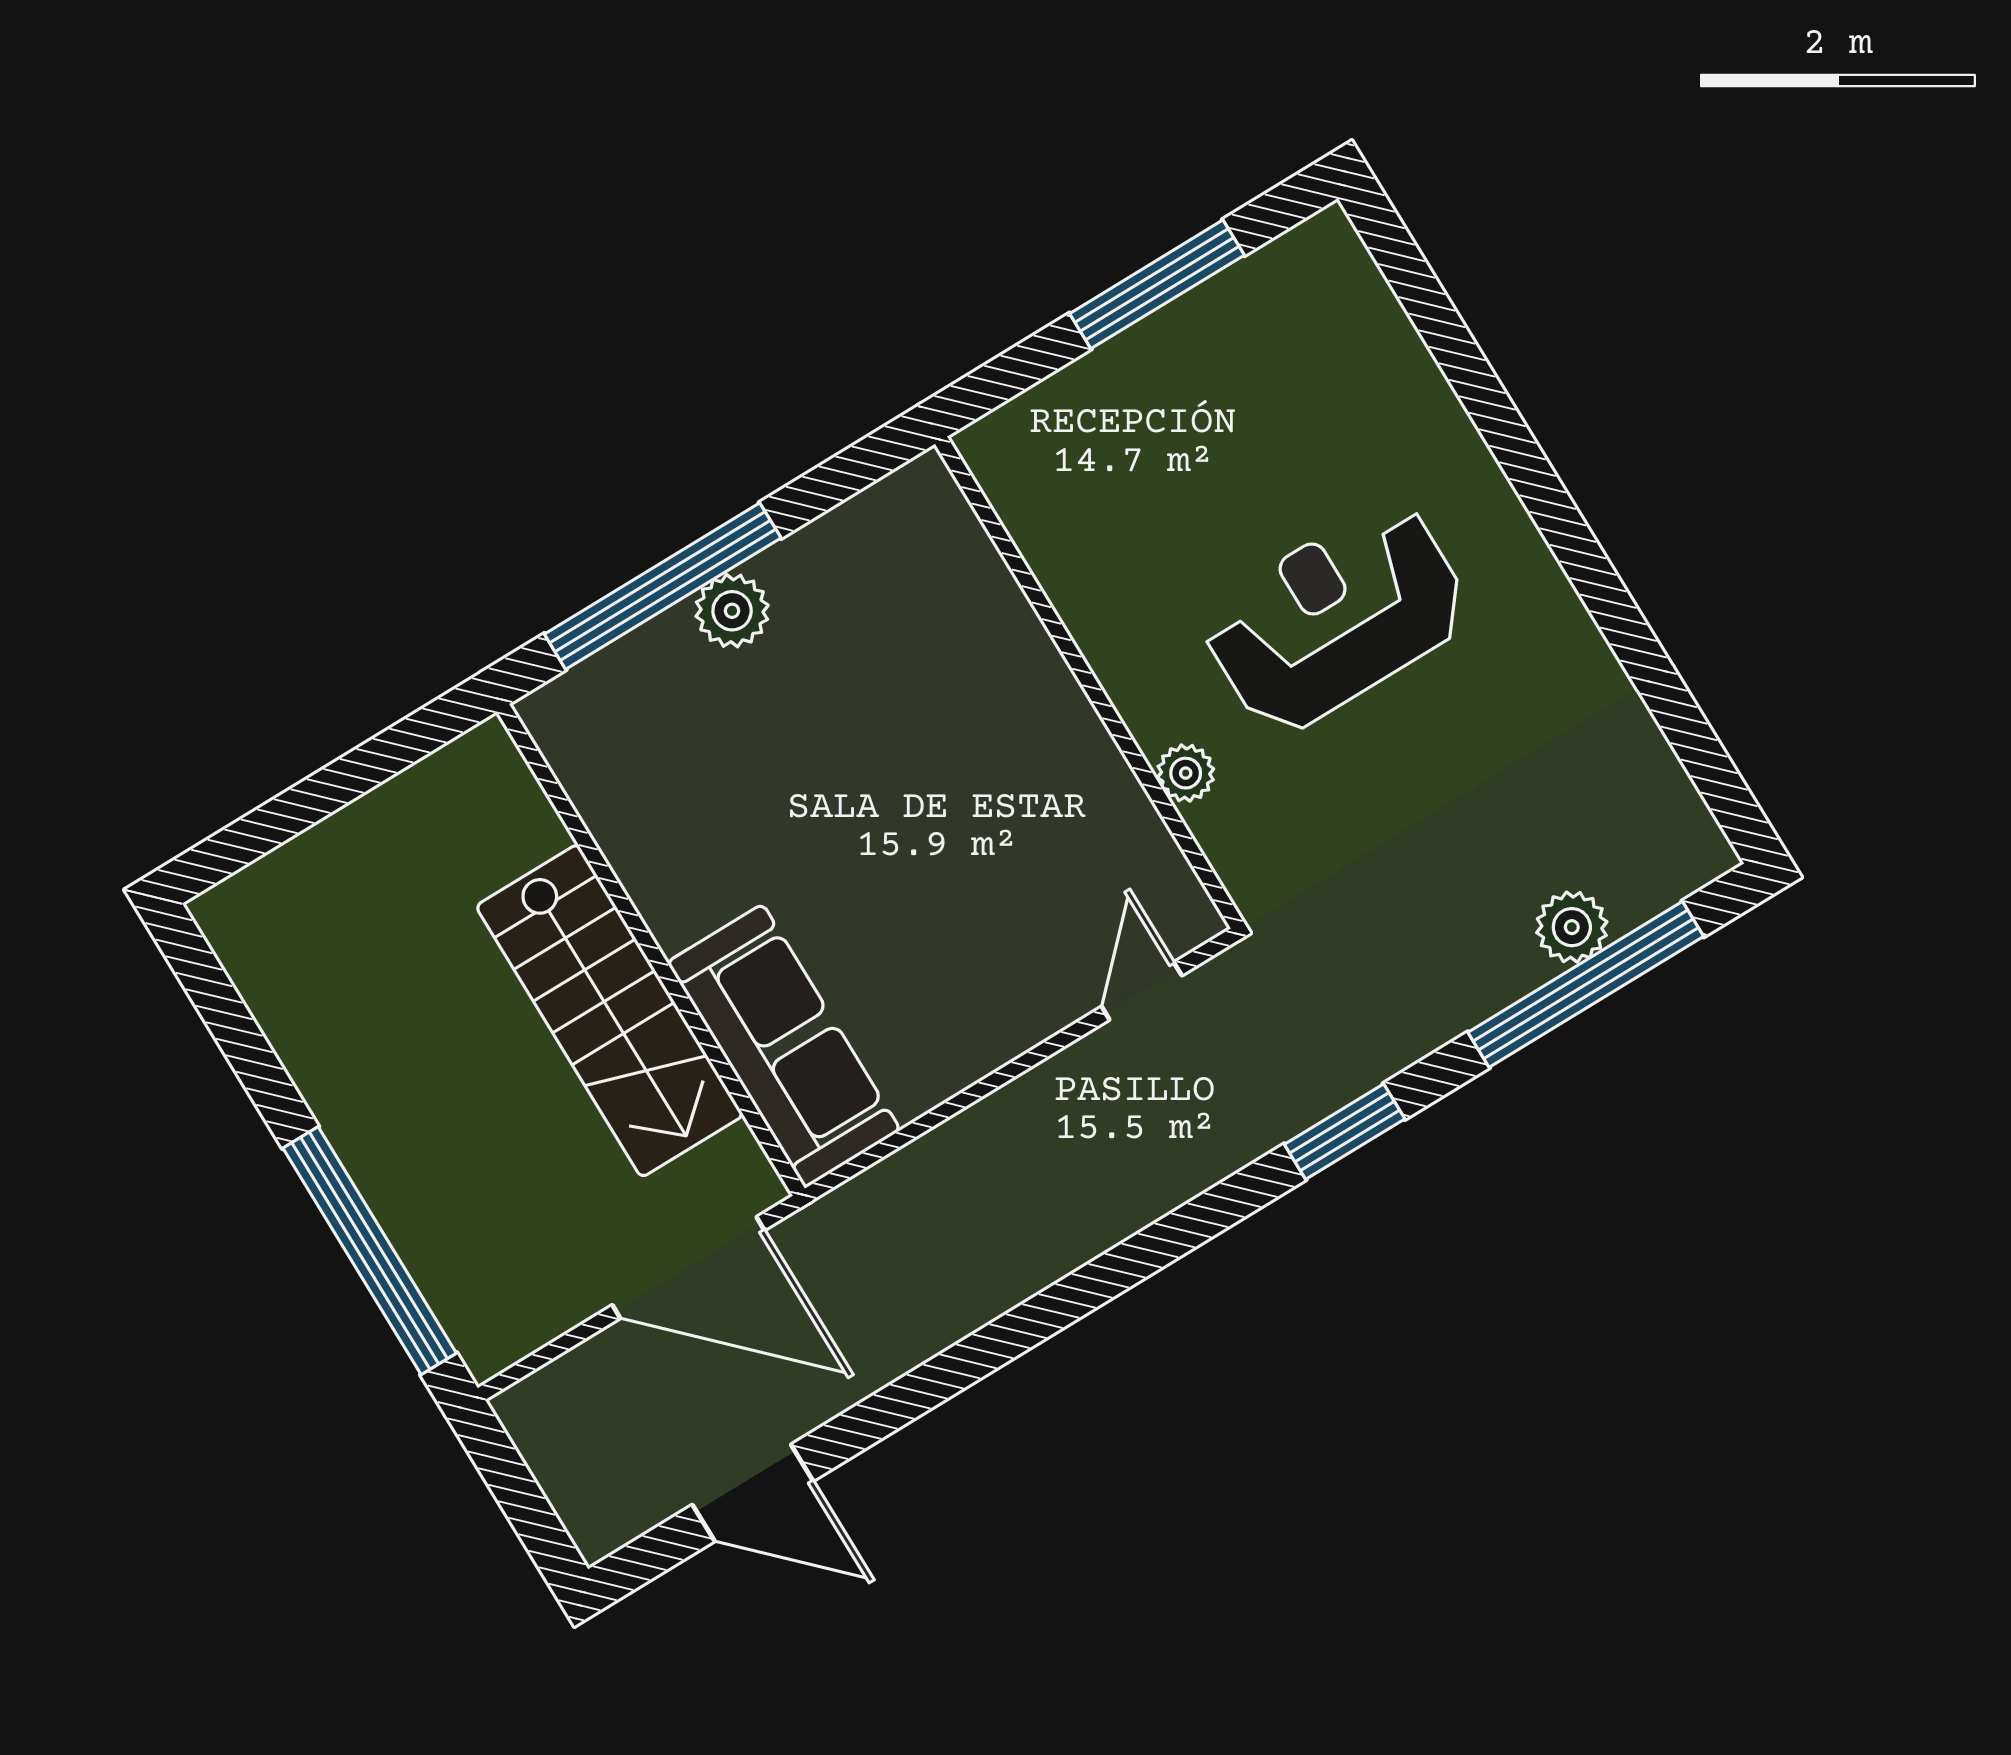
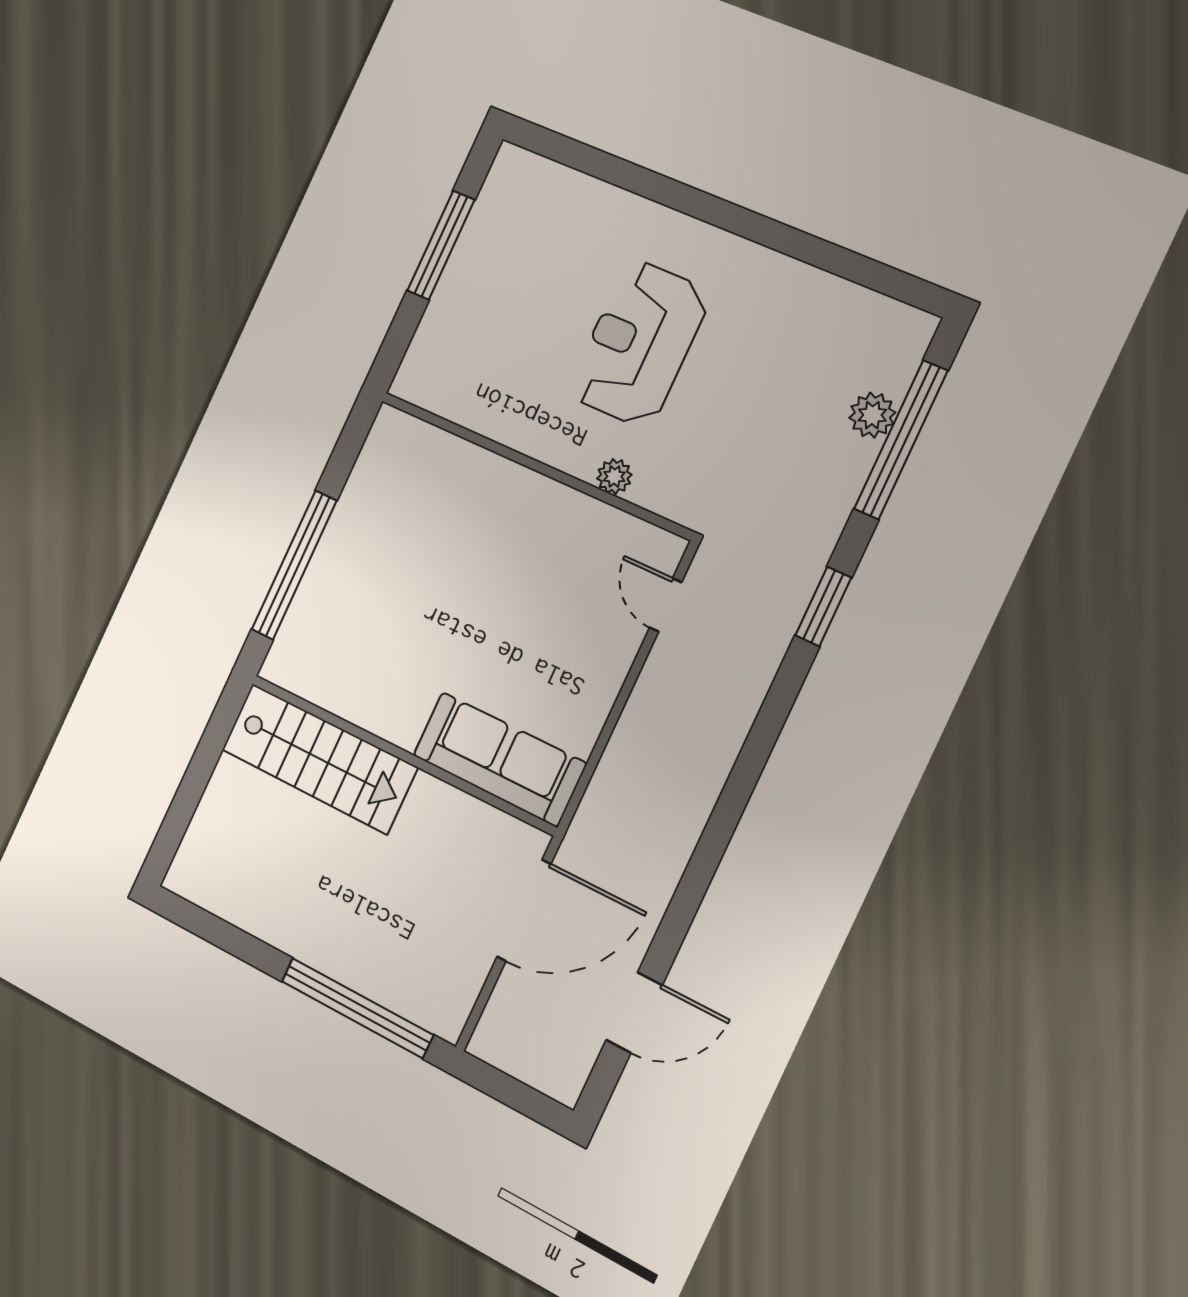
plant: (732, 611) -> (335, 554), removed
stairs: (610, 1011) -> (319, 758), moved

